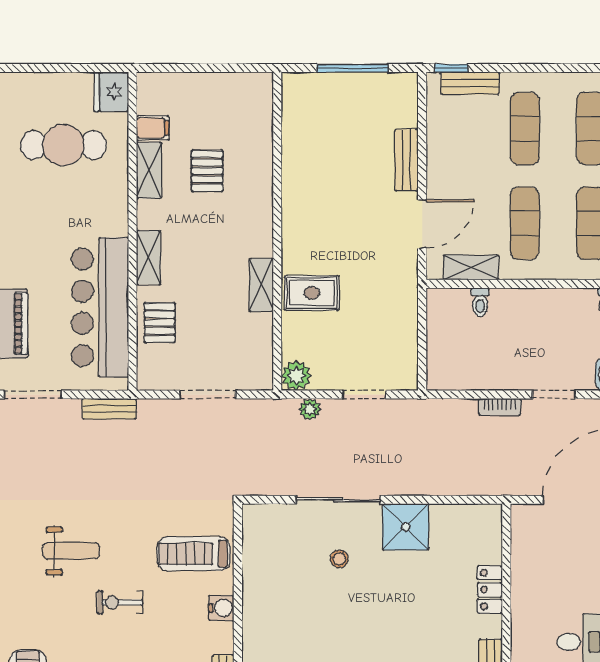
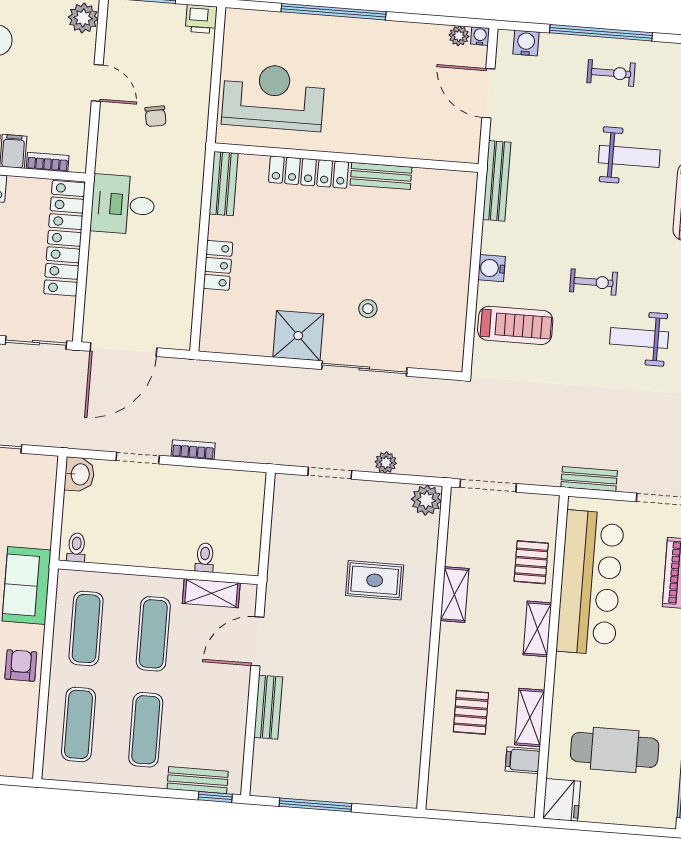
wall: (277, 231) -> (434, 648), moved
shelving: (261, 285) -> (455, 595), moved
plant: (296, 376) -> (426, 500), moved

